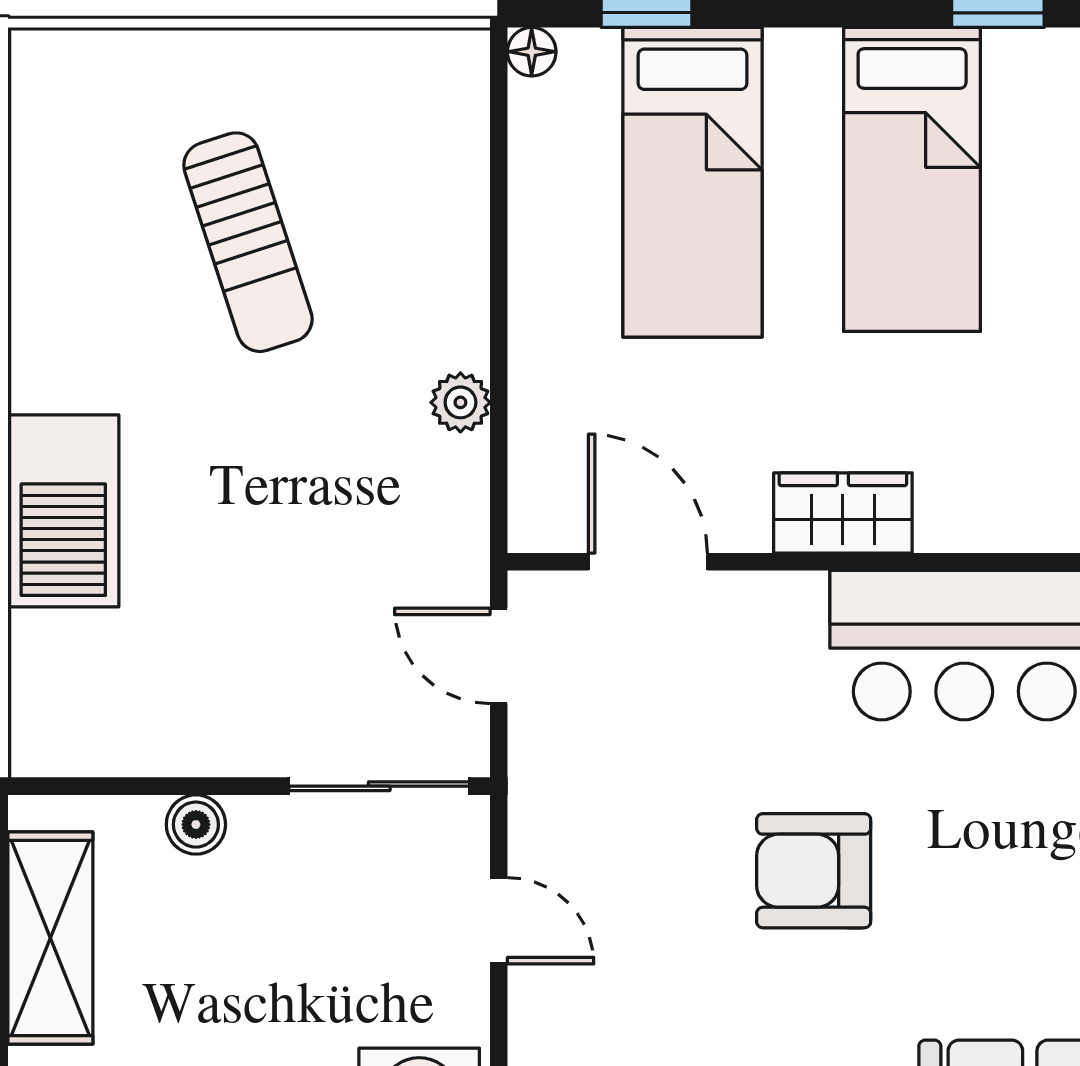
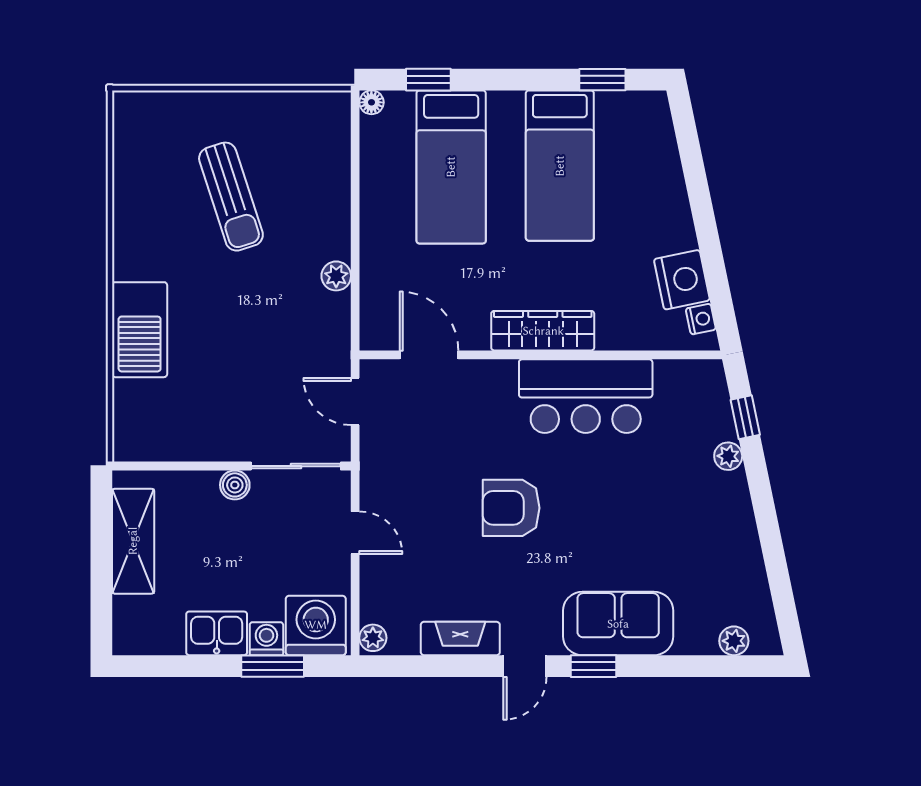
wardrobe: (843, 513) -> (543, 331), width x1.50
boiler: (196, 825) -> (235, 485), moved

